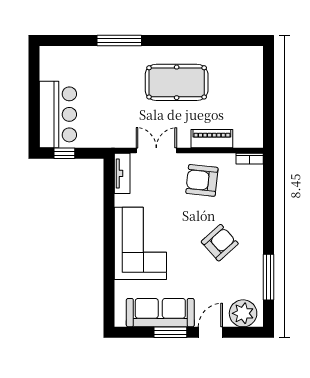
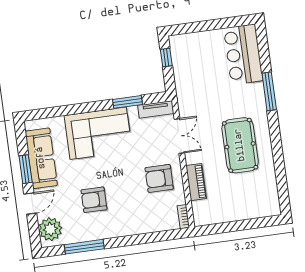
bar counter: (58, 114) -> (243, 54), moved, turned 90
armchair: (202, 180) -> (159, 178), turned -96
window: (109, 205) -> (128, 102), added
armchair: (220, 243) -> (94, 200), moved, turned 132
door: (210, 332) -> (30, 203), hinge flipped

